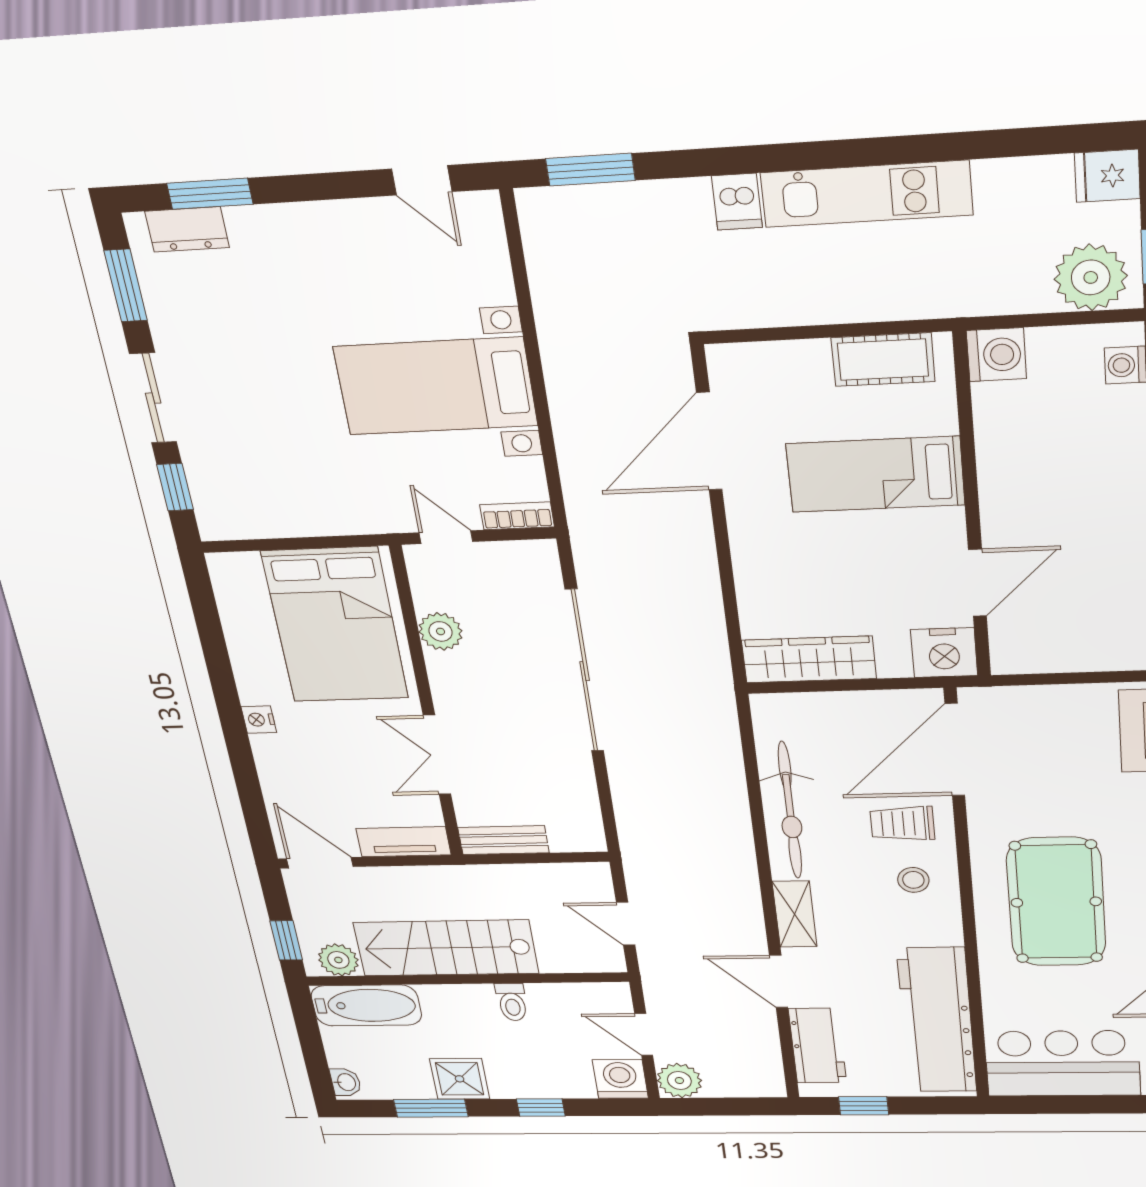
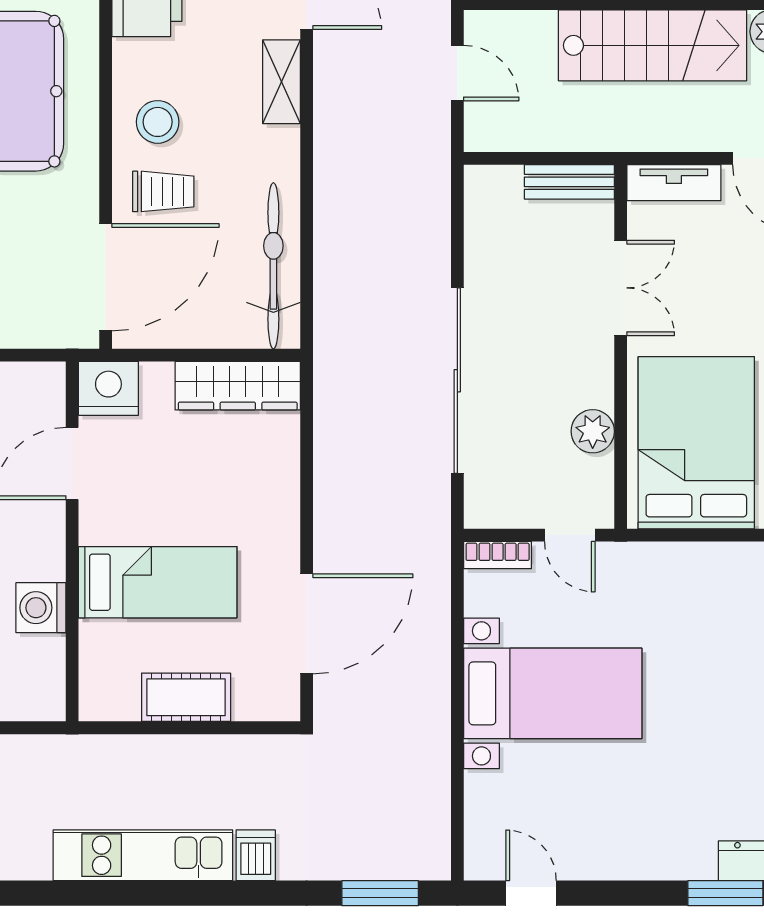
washing machine: (996, 355) -> (41, 608), moved
cot: (883, 360) -> (186, 697), moved
bicycle: (790, 811) -> (273, 266), moved
stool: (913, 880) -> (158, 122), width x1.37, depth x1.37

